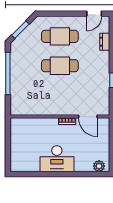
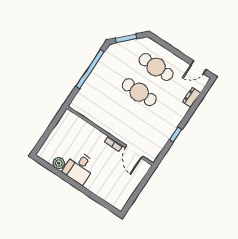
desk: (57, 159) -> (79, 168), width x0.73
plant: (99, 166) -> (59, 163), moved

